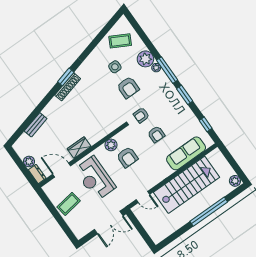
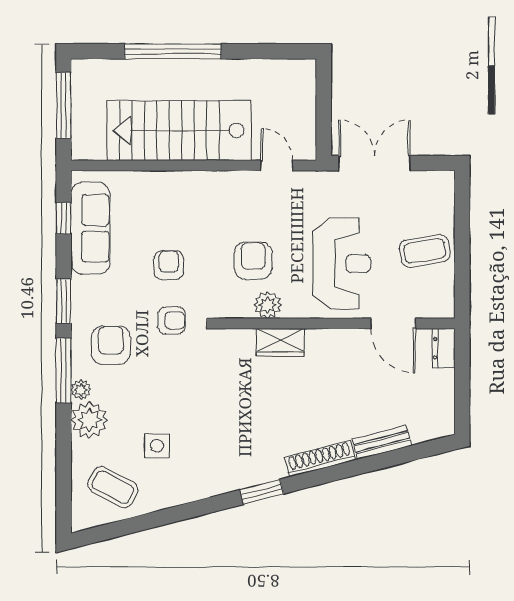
shoe rack: (68, 87) -> (320, 458), moved
armchair: (128, 87) -> (111, 345), moved
wardrobe: (79, 148) -> (280, 342), moved
sofa: (186, 153) -> (90, 228), moved, turned -90
plant: (29, 161) -> (442, 382), removed
window: (234, 165) -> (64, 105), added
plant: (235, 181) -> (83, 74), removed

